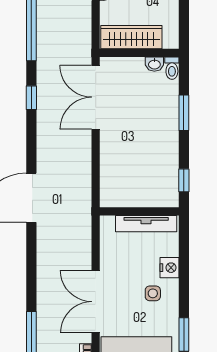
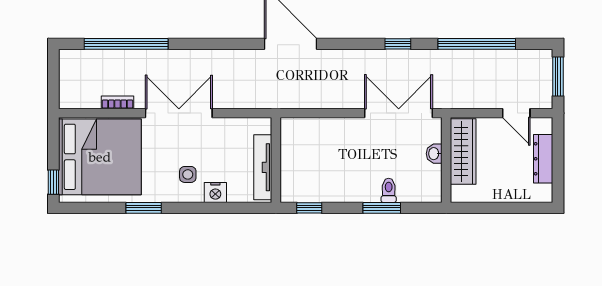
washbasin: (154, 64) -> (434, 154), moved
toilet: (172, 68) -> (389, 190), moved, turned 90

